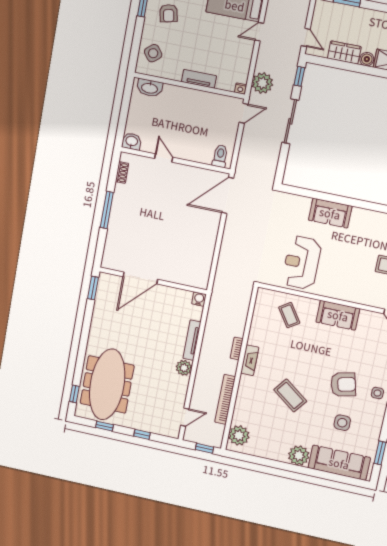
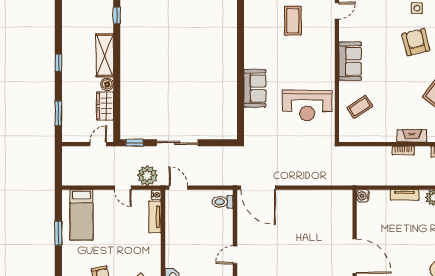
door: (259, 32) -> (123, 188), moved
tv unit: (199, 79) -> (155, 217), moved
tv unit: (192, 340) -> (405, 195), width x0.71

